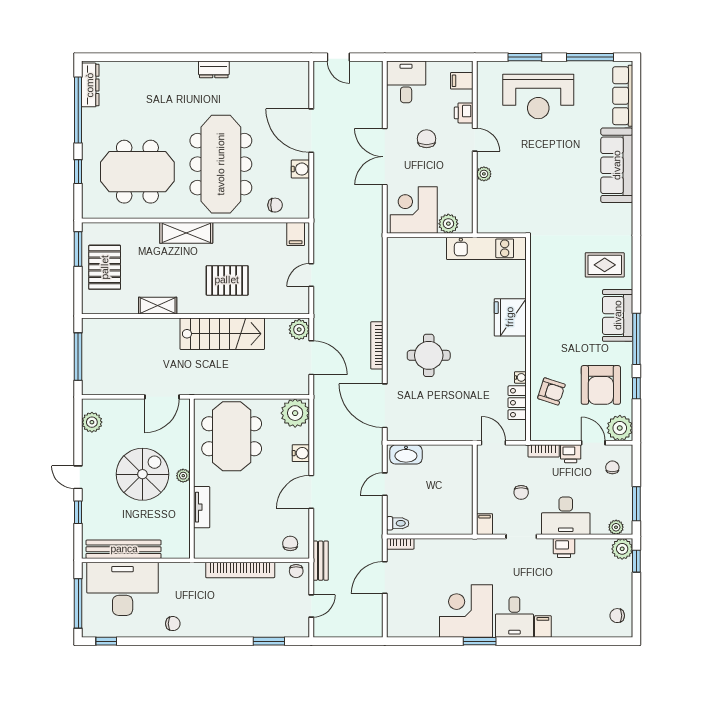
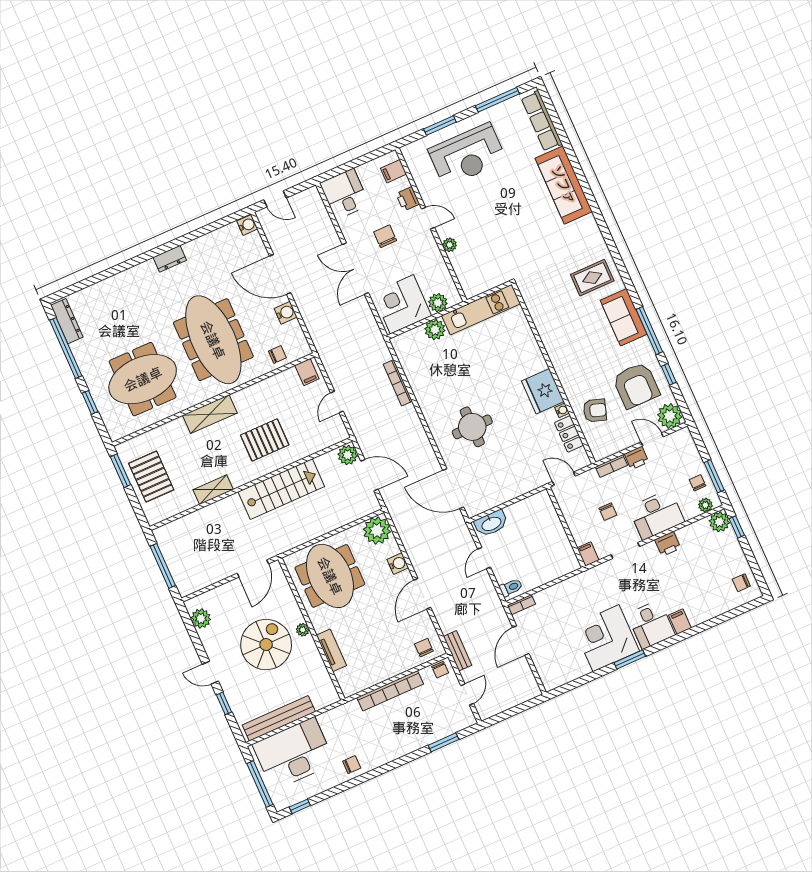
water cooler: (301, 70) -> (247, 225), added
plant: (434, 248) -> (435, 330), added
fridge: (510, 317) -> (543, 391), moved
bookcase: (377, 345) -> (398, 383), moved
chair: (612, 467) -> (697, 483), moved

